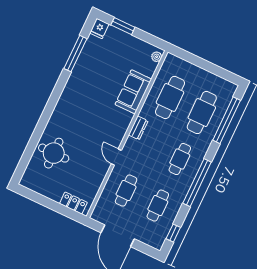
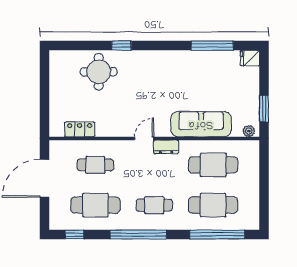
window: (123, 26) -> (264, 109), moved
sofa: (133, 92) -> (201, 124), width x1.36
window: (41, 125) -> (121, 46), added
door: (116, 157) -> (144, 139), moved
locker: (73, 203) -> (80, 129), moved, turned -90
cafe table: (158, 206) -> (95, 205), width x1.37, depth x1.35

